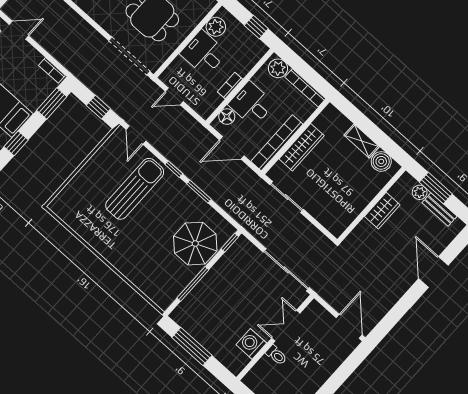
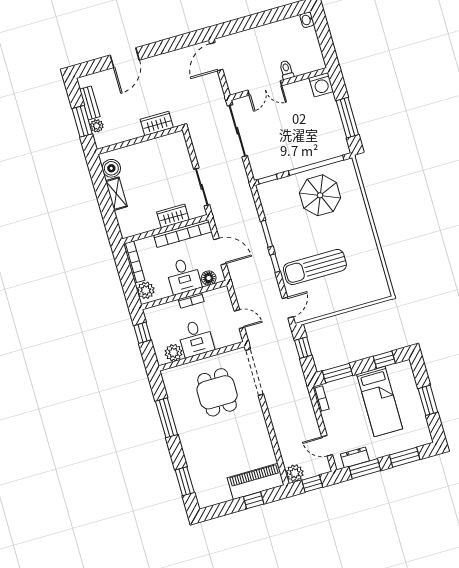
wardrobe: (302, 147) -> (173, 216), width x0.67
wardrobe: (382, 211) -> (157, 123), moved
parasol: (195, 244) -> (320, 195), moved
window: (193, 284) -> (316, 165), width x1.46
washing machine: (251, 344) -> (321, 85), moved

